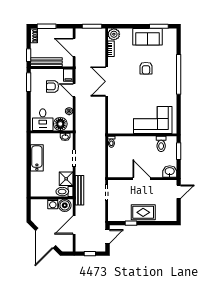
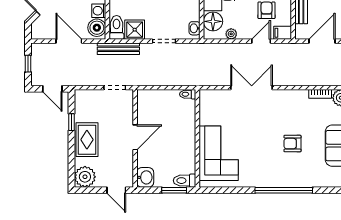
double door: (107, 81) -> (252, 88), moved
toilet: (161, 144) -> (185, 181), moved
plant: (169, 214) -> (85, 177), added

